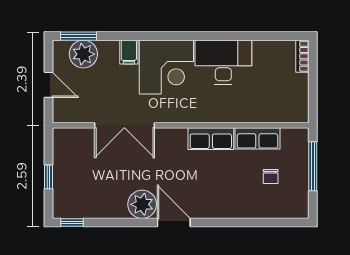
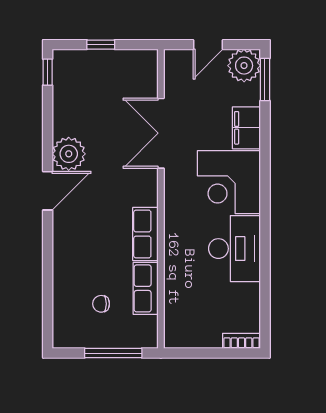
filing cabinet: (129, 52) -> (246, 128), width x2.00
plant: (83, 54) -> (244, 66), moved

